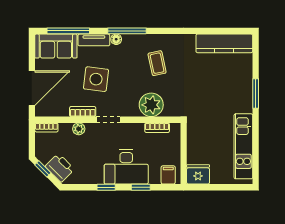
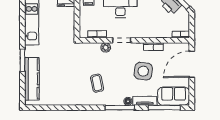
kitchen counter: (224, 43) -> (32, 79), moved, turned 90
plant: (151, 105) -> (106, 47), width x0.53, depth x0.53
doorway: (108, 120) -> (122, 40), moved
plant: (79, 129) -> (156, 33), removed

